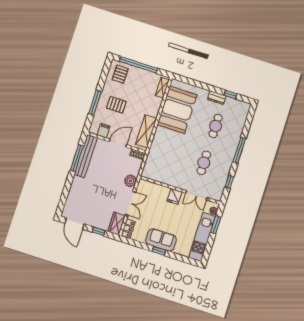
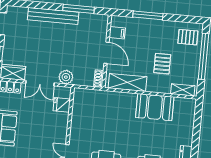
pallet: (116, 105) -> (162, 64), moved
booth: (177, 110) -> (155, 107), width x0.73, depth x0.70
bench: (86, 156) -> (53, 16), moved
fridge: (174, 196) -> (62, 105), moved

